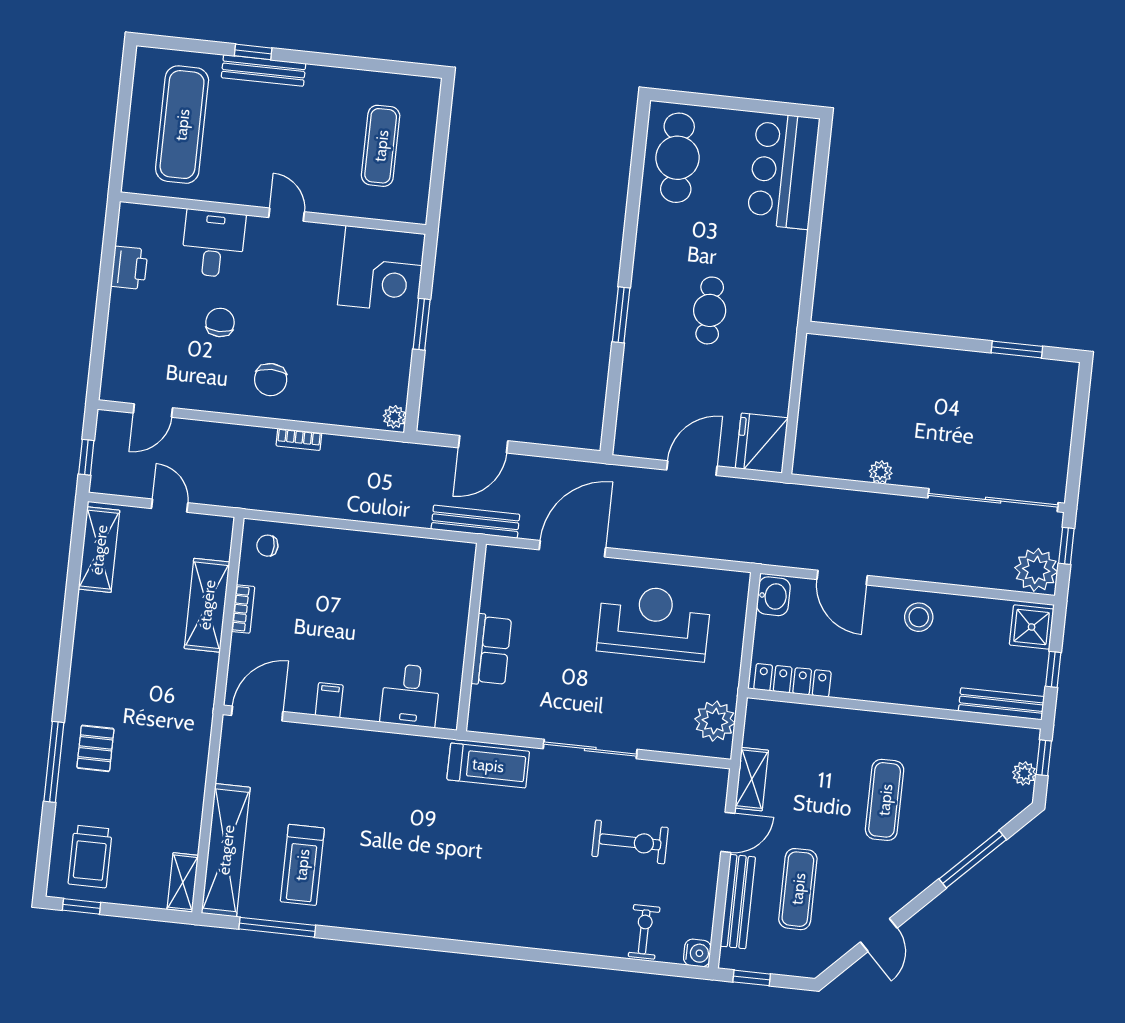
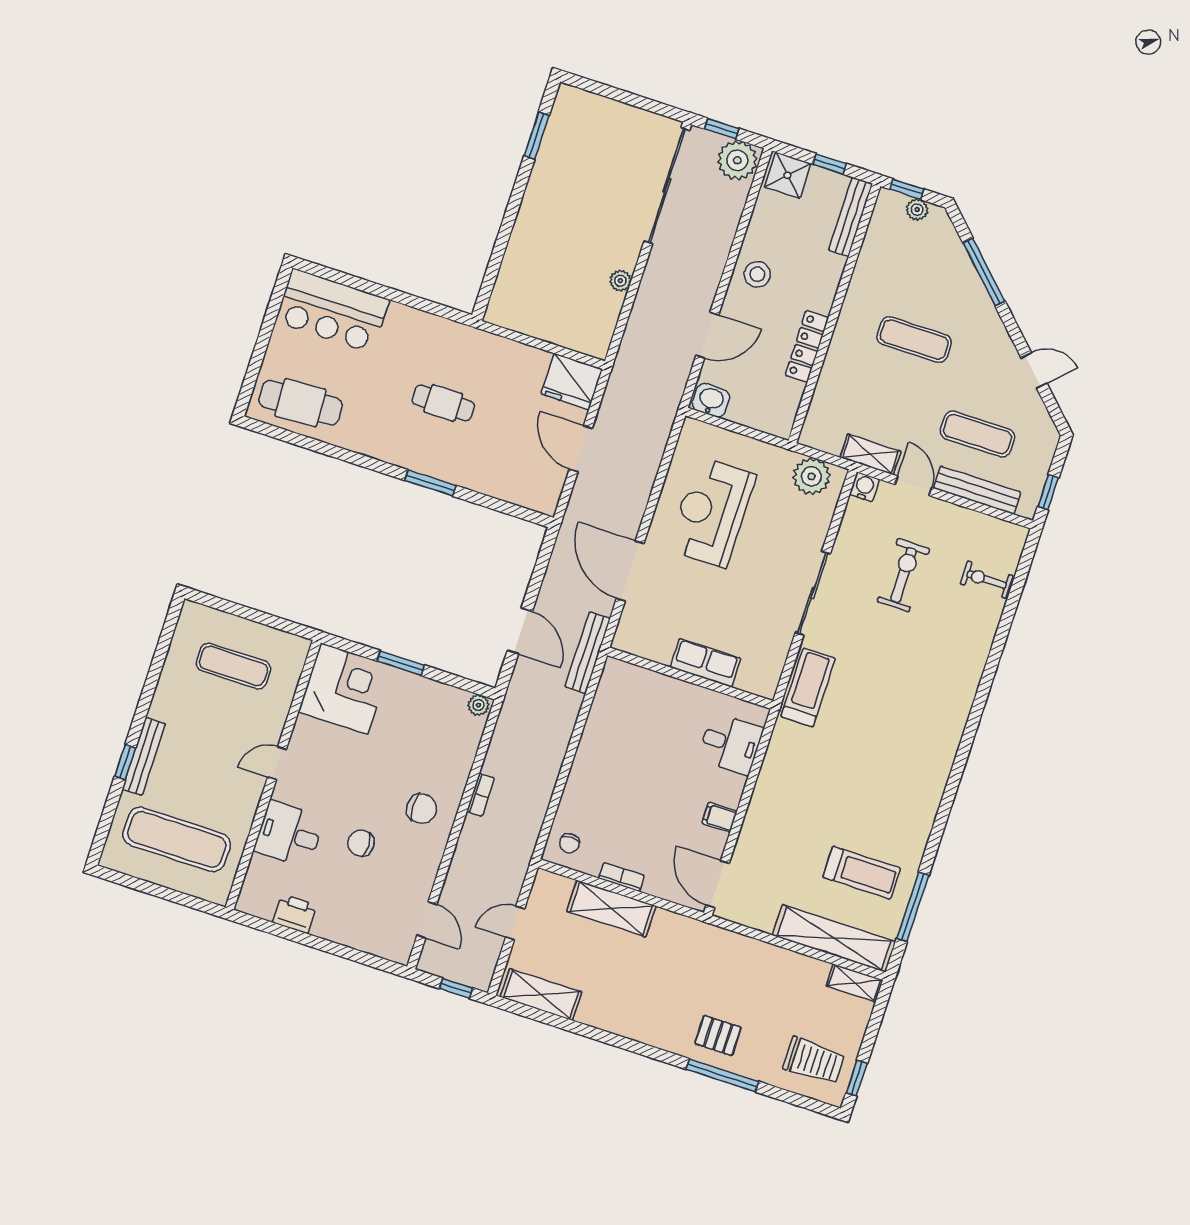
locker: (792, 680) -> (807, 346), moved
water cooler: (697, 953) -> (864, 487), moved

